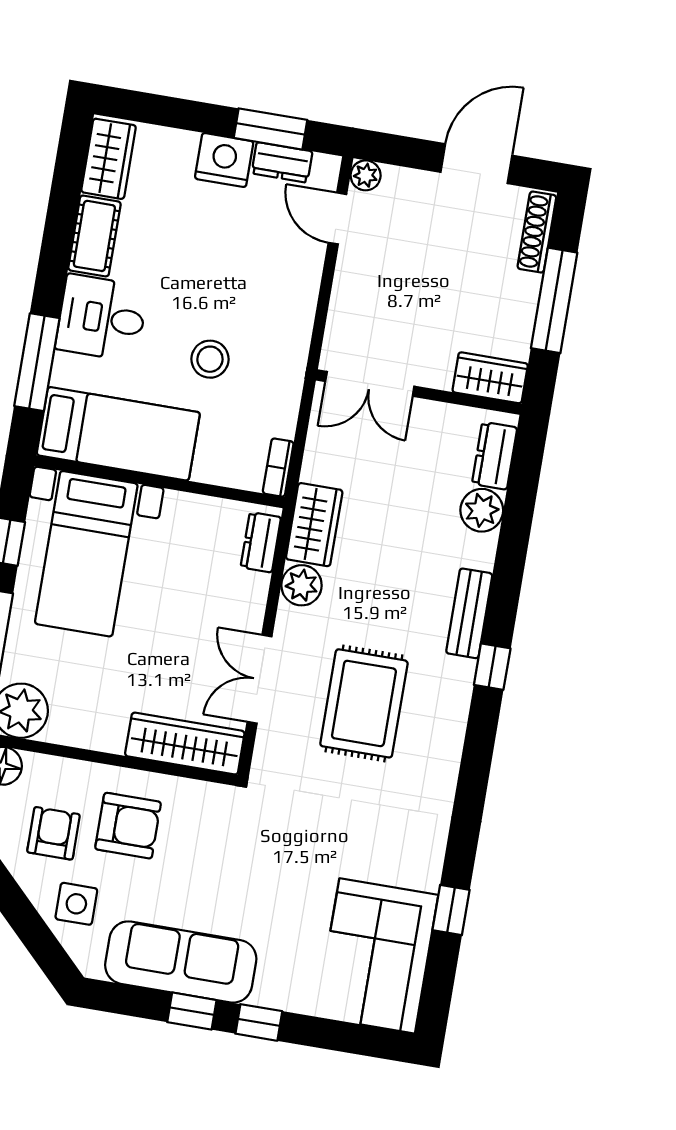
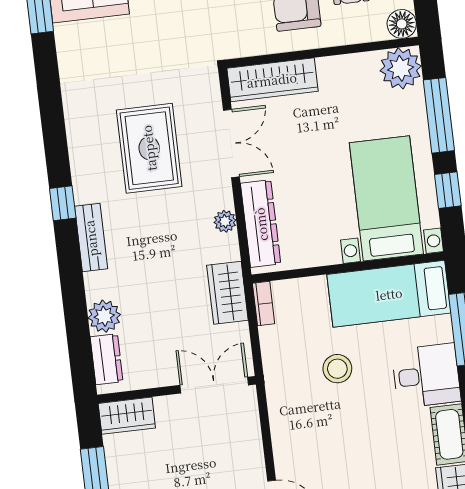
wardrobe: (314, 525) -> (227, 293), moved
dresser: (261, 542) -> (261, 224), width x1.96, depth x1.24
plant: (302, 585) -> (225, 221), width x0.73, depth x0.73

